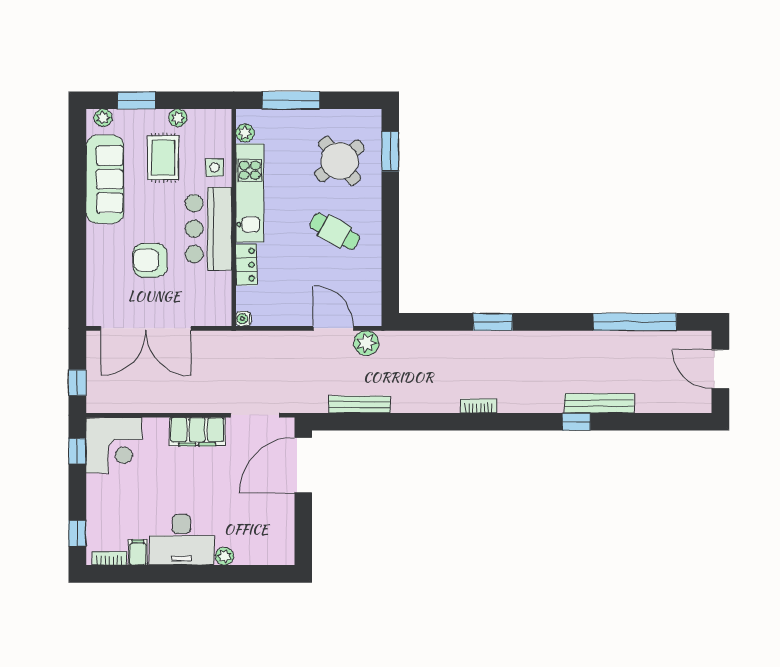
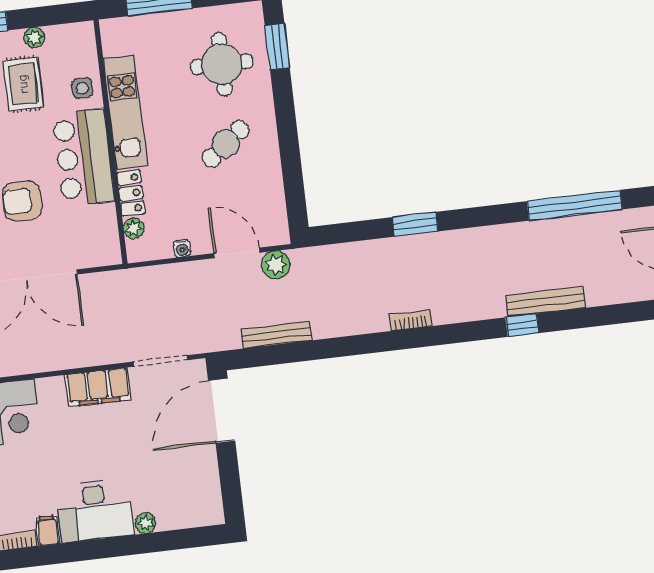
plant: (245, 133) -> (134, 228), moved
round table: (340, 161) -> (222, 64), turned 38
cafe table: (335, 231) -> (226, 144), turned -67
water cooler: (243, 319) -> (182, 248), moved, turned -90

